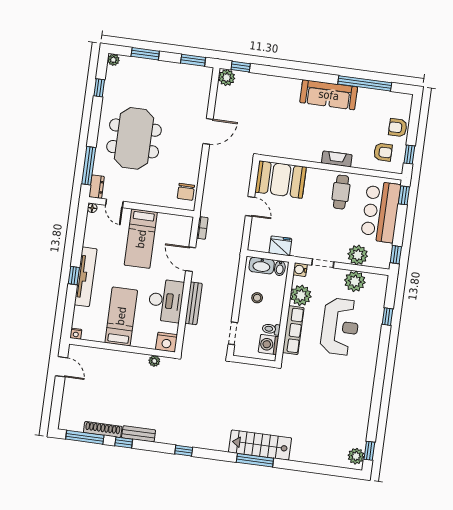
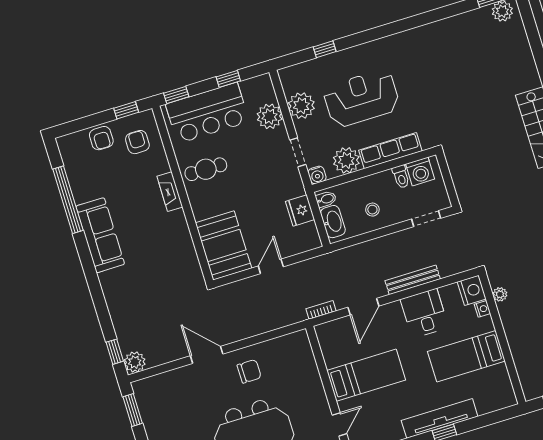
chair: (186, 192) -> (249, 371), moved
window: (396, 255) -> (228, 79), moved
desk: (166, 301) -> (424, 313), width x0.73
nightstand: (76, 334) -> (482, 309), moved

